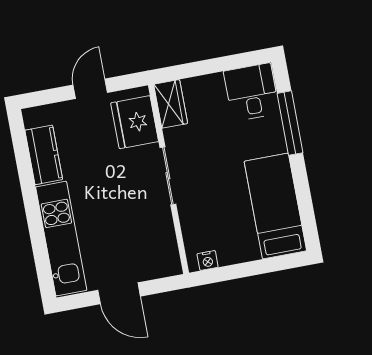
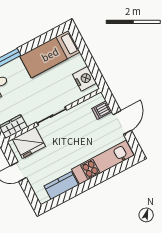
nightstand: (208, 261) -> (85, 79), width x1.89, depth x1.79
dishwasher: (151, 265) -> (102, 110), added

